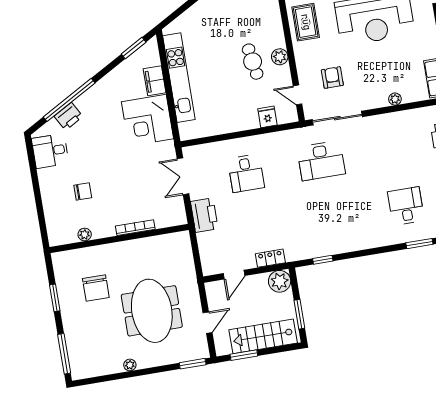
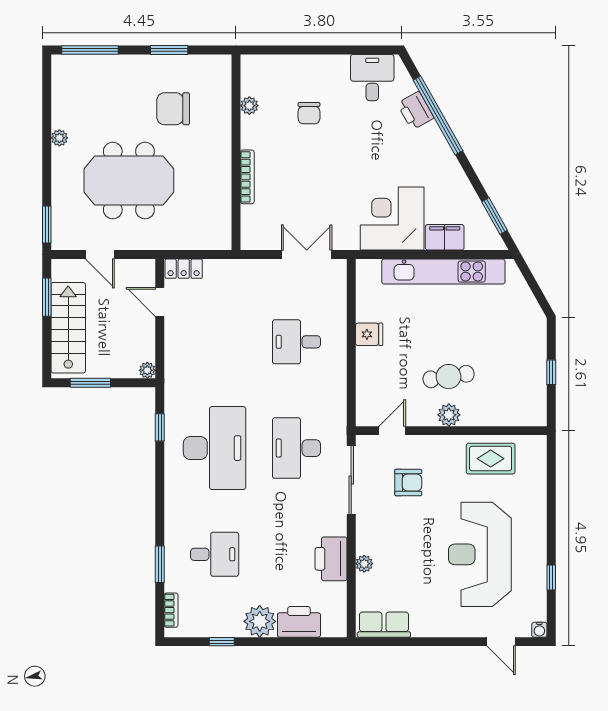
fridge: (267, 117) -> (369, 334), moved
printer: (204, 215) -> (331, 559), moved, turned 90
desk: (331, 219) -> (215, 448), added
locker: (270, 258) -> (184, 269), moved, turned 90
plant: (280, 281) -> (147, 370), width x0.53, depth x0.53

